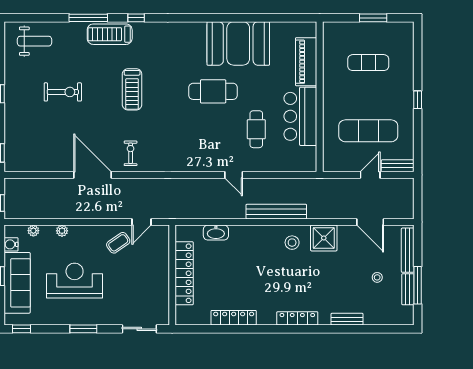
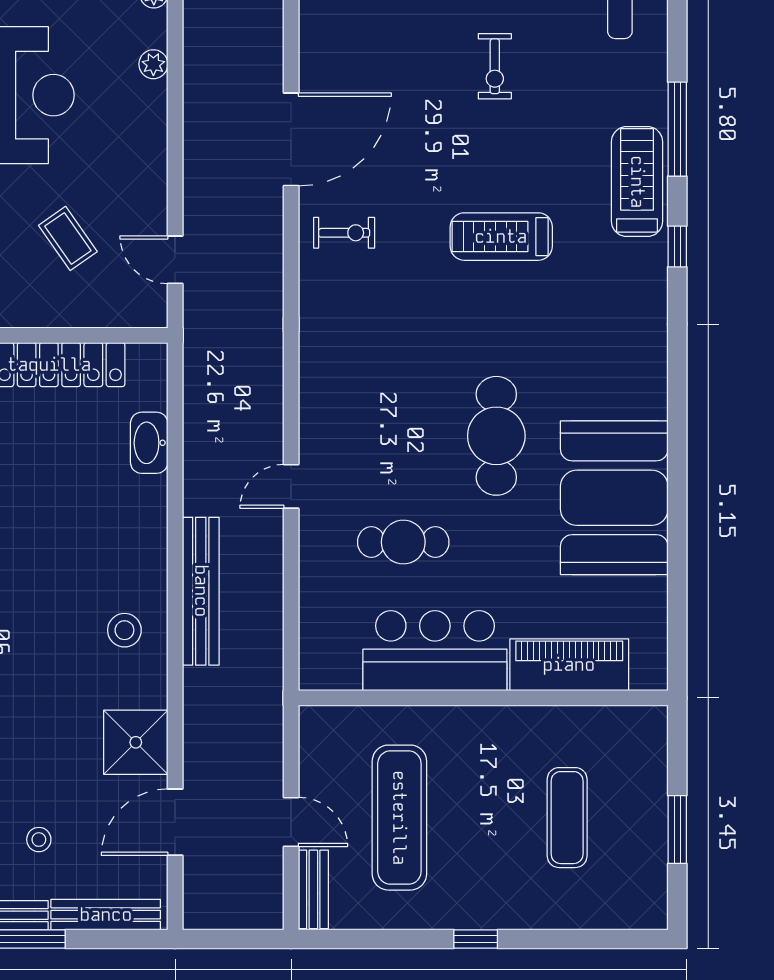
exercise bike: (63, 92) -> (495, 66), width x0.73, depth x0.72
shower: (324, 238) -> (136, 742), moved
coffee table: (118, 243) -> (68, 238), moved

